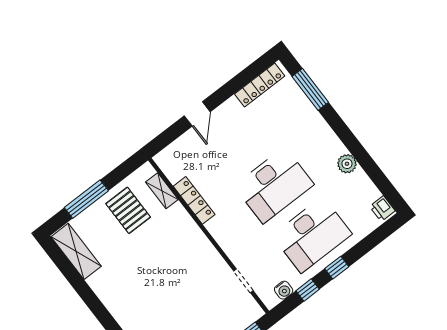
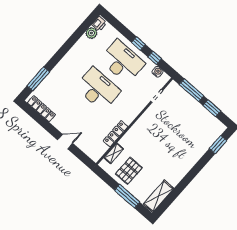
plant: (347, 164) -> (91, 33), moved

